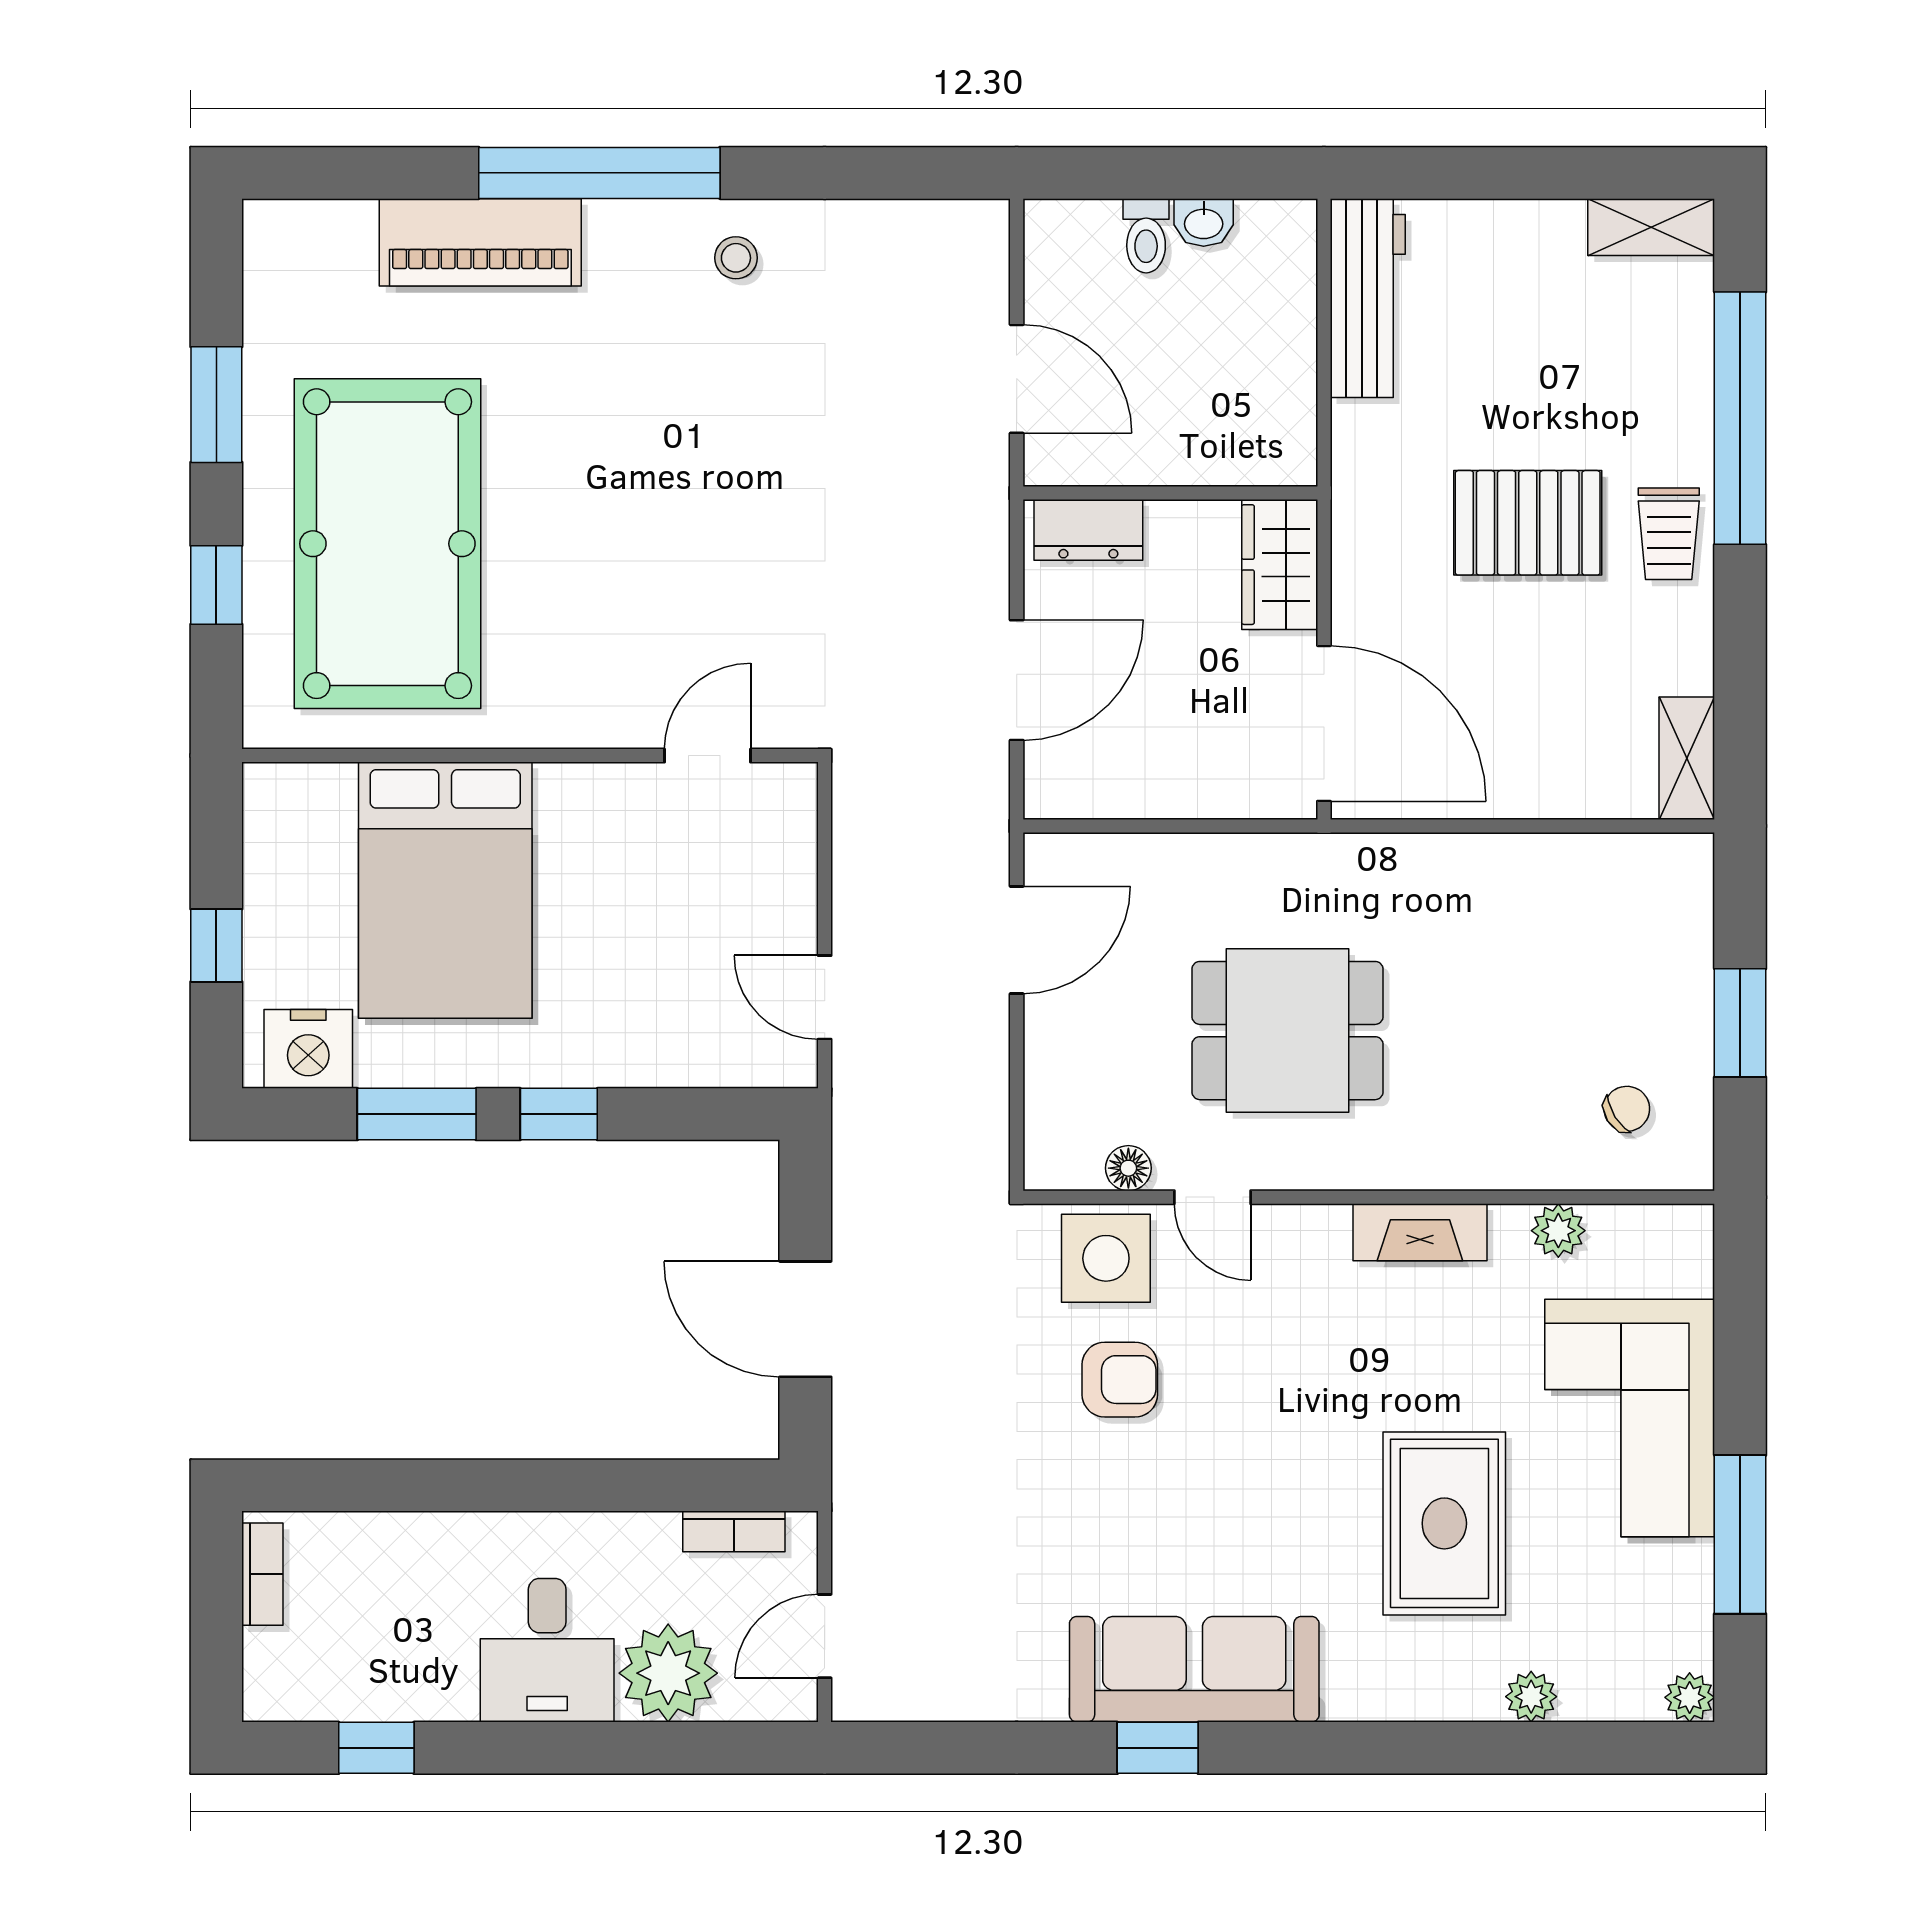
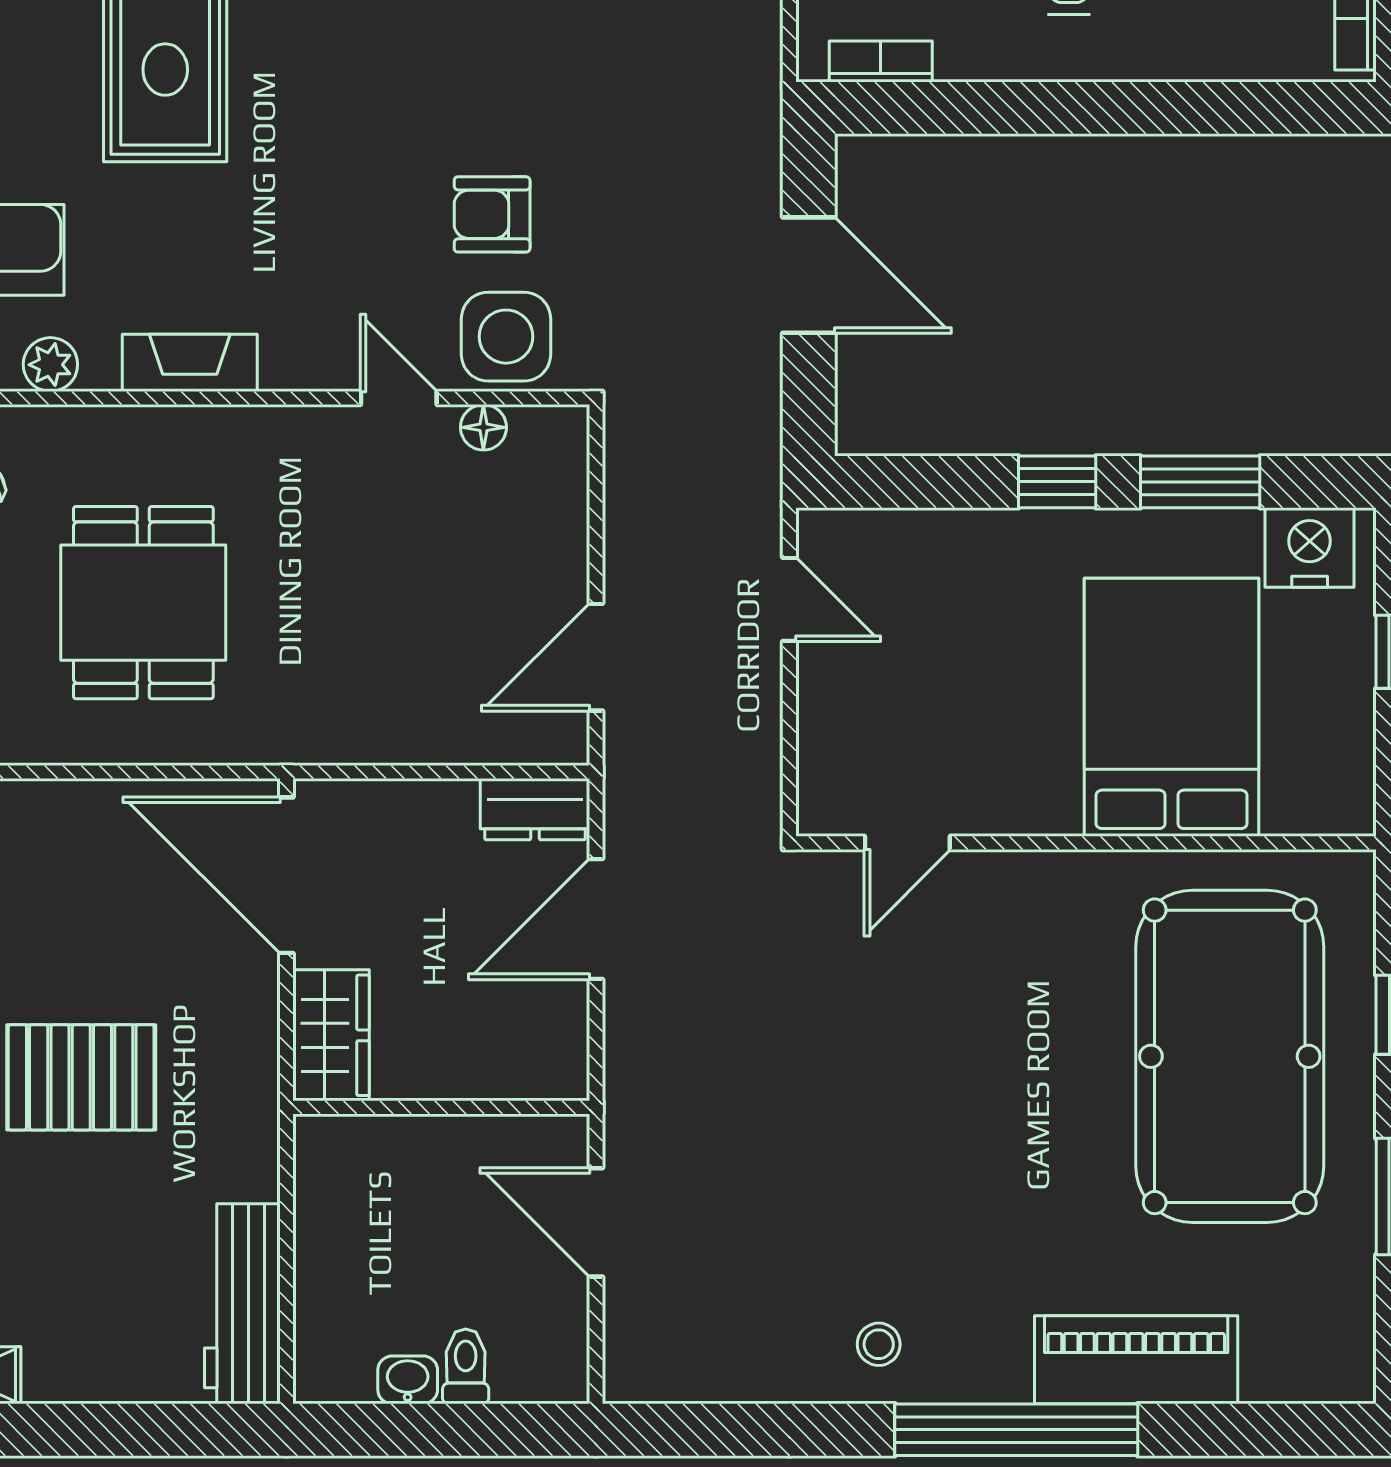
dresser: (1088, 530) -> (535, 809), moved, turned 180
dining table: (1287, 1031) -> (143, 603), moved, turned 90

